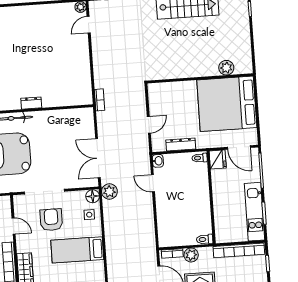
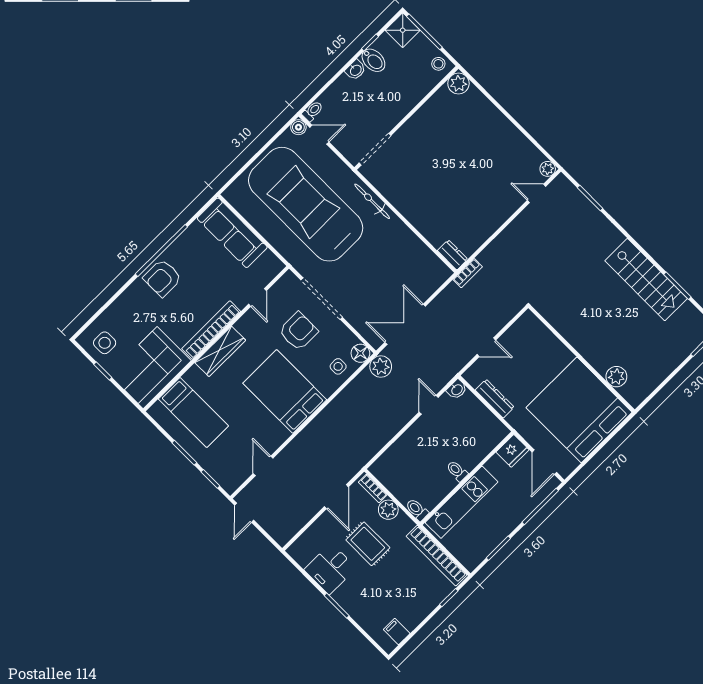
dresser: (31, 103) -> (453, 255), moved
toilet: (200, 158) -> (457, 471), moved
kitchen unit: (254, 212) -> (462, 502), moved, turned 180
bed: (77, 250) -> (285, 391), width x1.50

